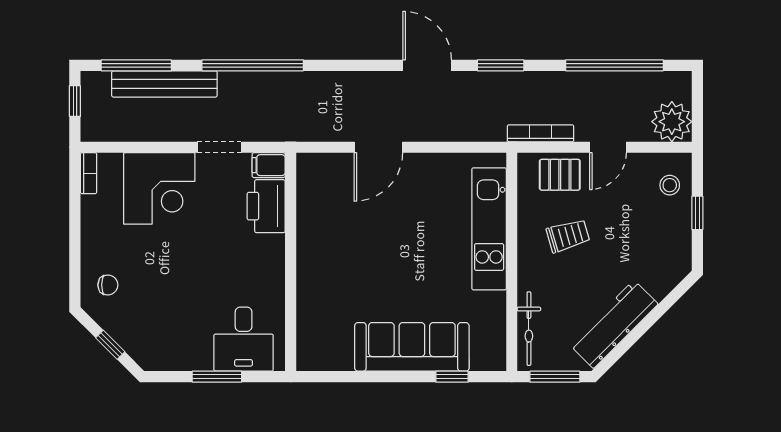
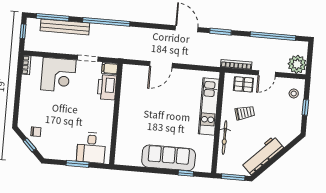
chair: (108, 285) -> (36, 132), moved
bicycle: (529, 329) -> (225, 138), moved

